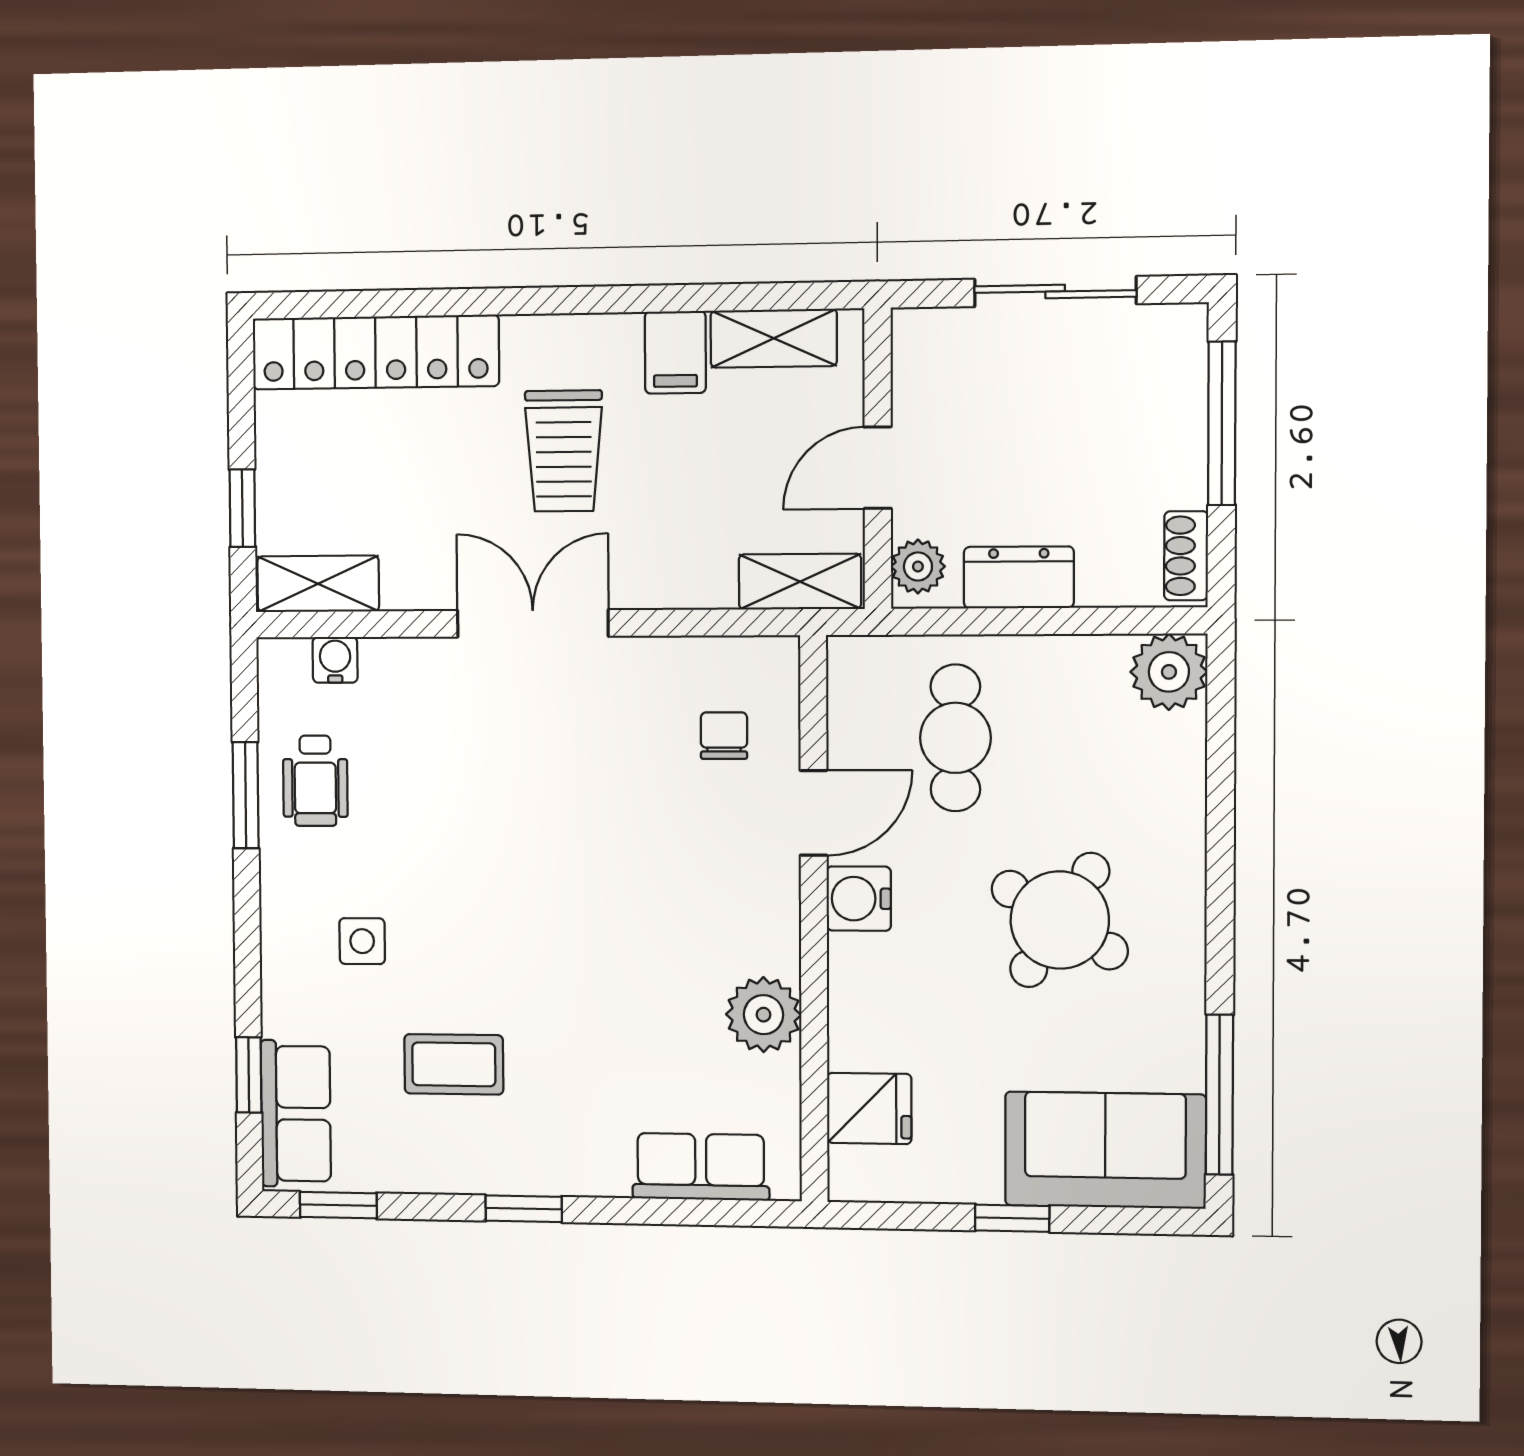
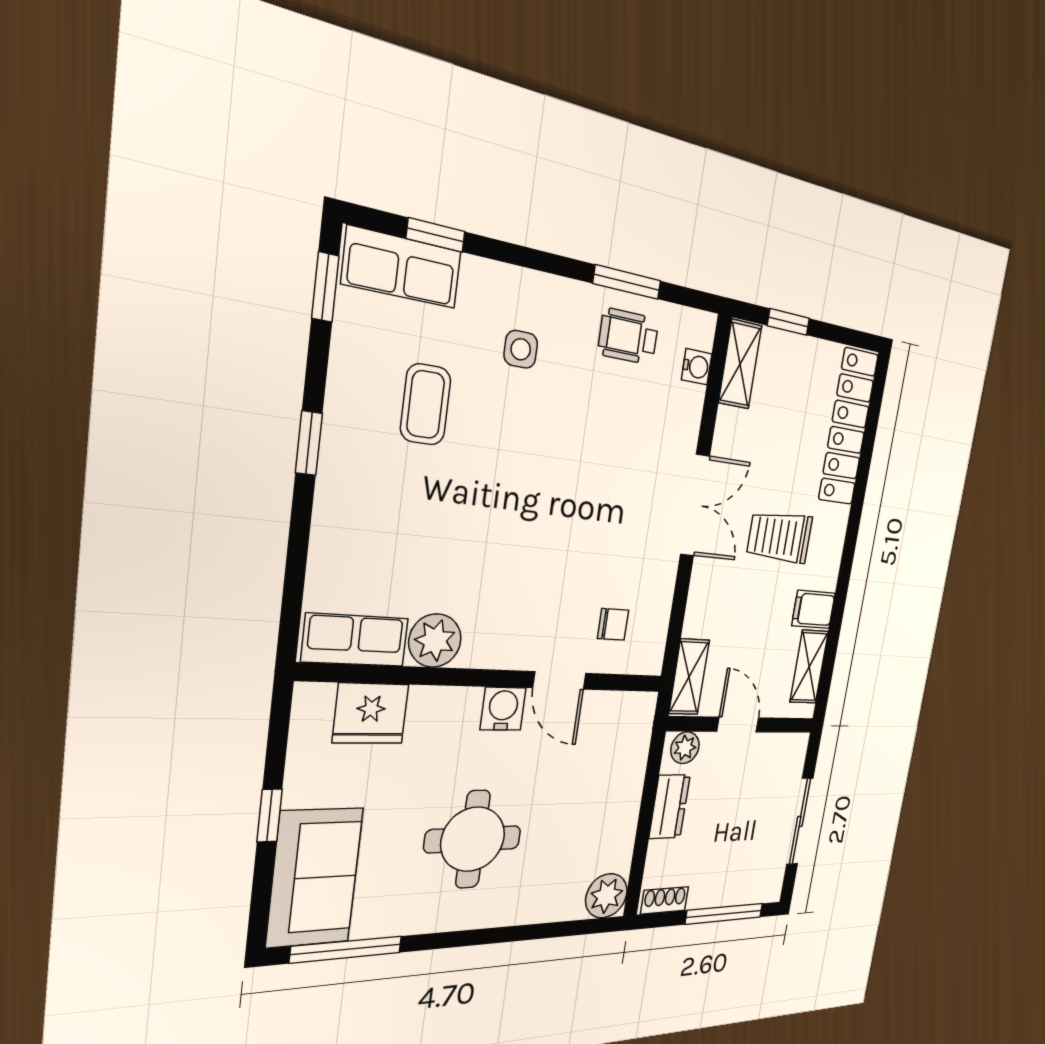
cafe table: (955, 738) -> (590, 771), removed
round table: (1060, 920) -> (473, 839), turned -32
fridge: (869, 1108) -> (371, 713), width x1.38
row of seats: (701, 1167) -> (355, 640), moved, turned -90

